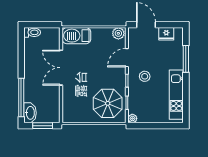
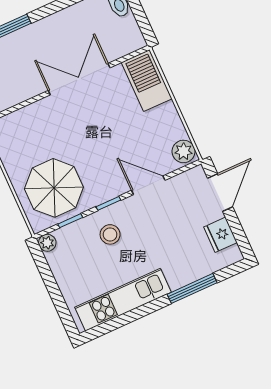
stool: (145, 76) -> (110, 234), moved

